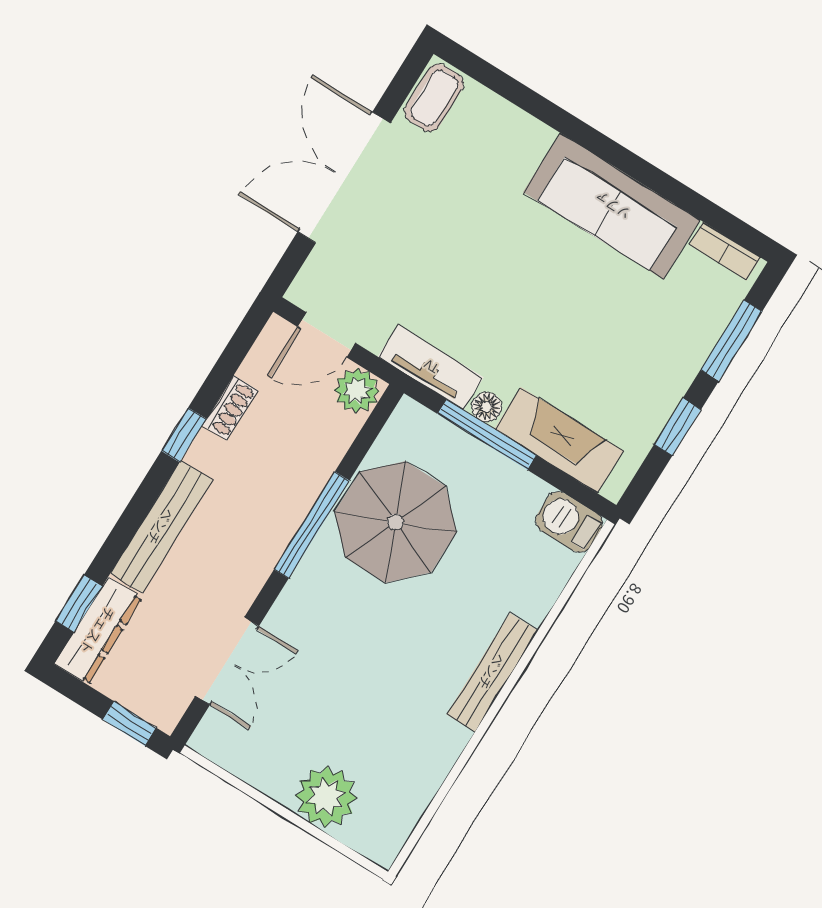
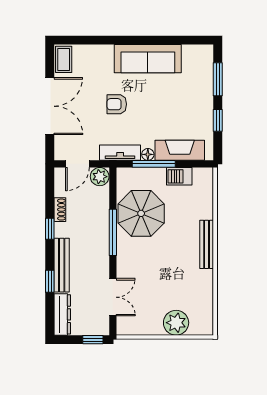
double door: (344, 178) -> (50, 106), swing flipped
bookcase: (725, 251) -> (196, 50), removed
armchair: (487, 261) -> (117, 104), added
barbecue: (569, 522) -> (179, 176), moved
window: (79, 604) -> (50, 281), moved

